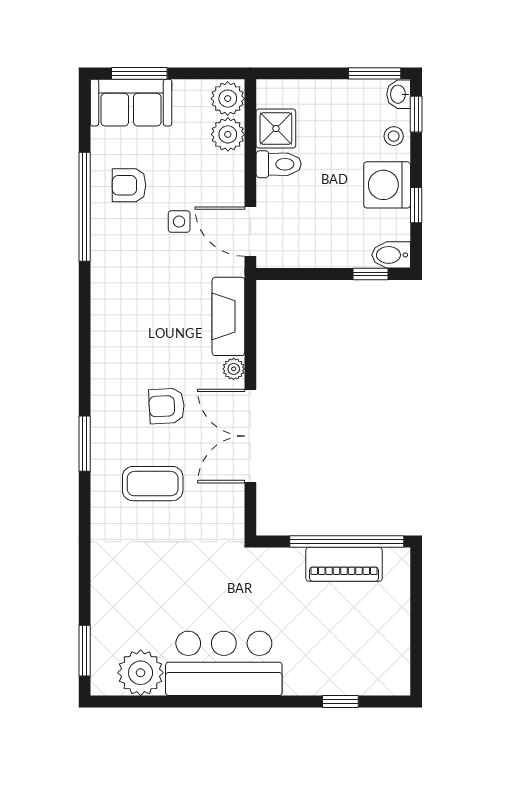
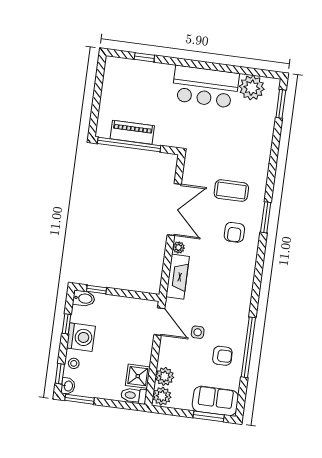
toilet: (279, 164) -> (134, 396), moved
armchair: (167, 406) -> (234, 232), moved, turned 93

